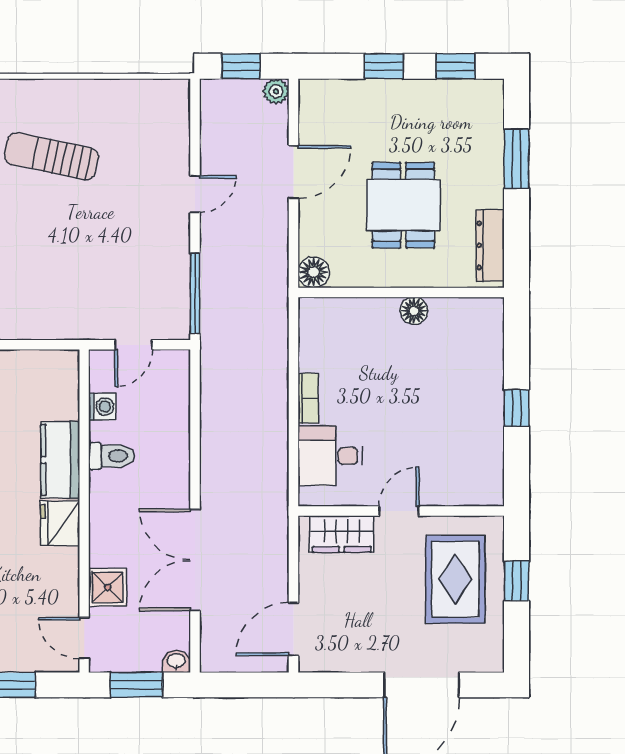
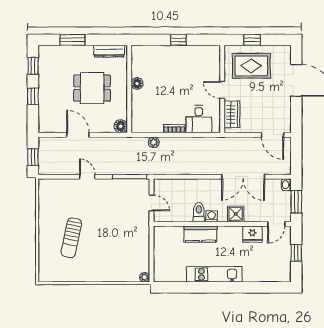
plant: (276, 91) -> (154, 142), moved
washing machine: (102, 407) -> (212, 216), moved
fridge: (60, 523) -> (252, 234), moved
shower: (108, 587) -> (236, 214), moved

